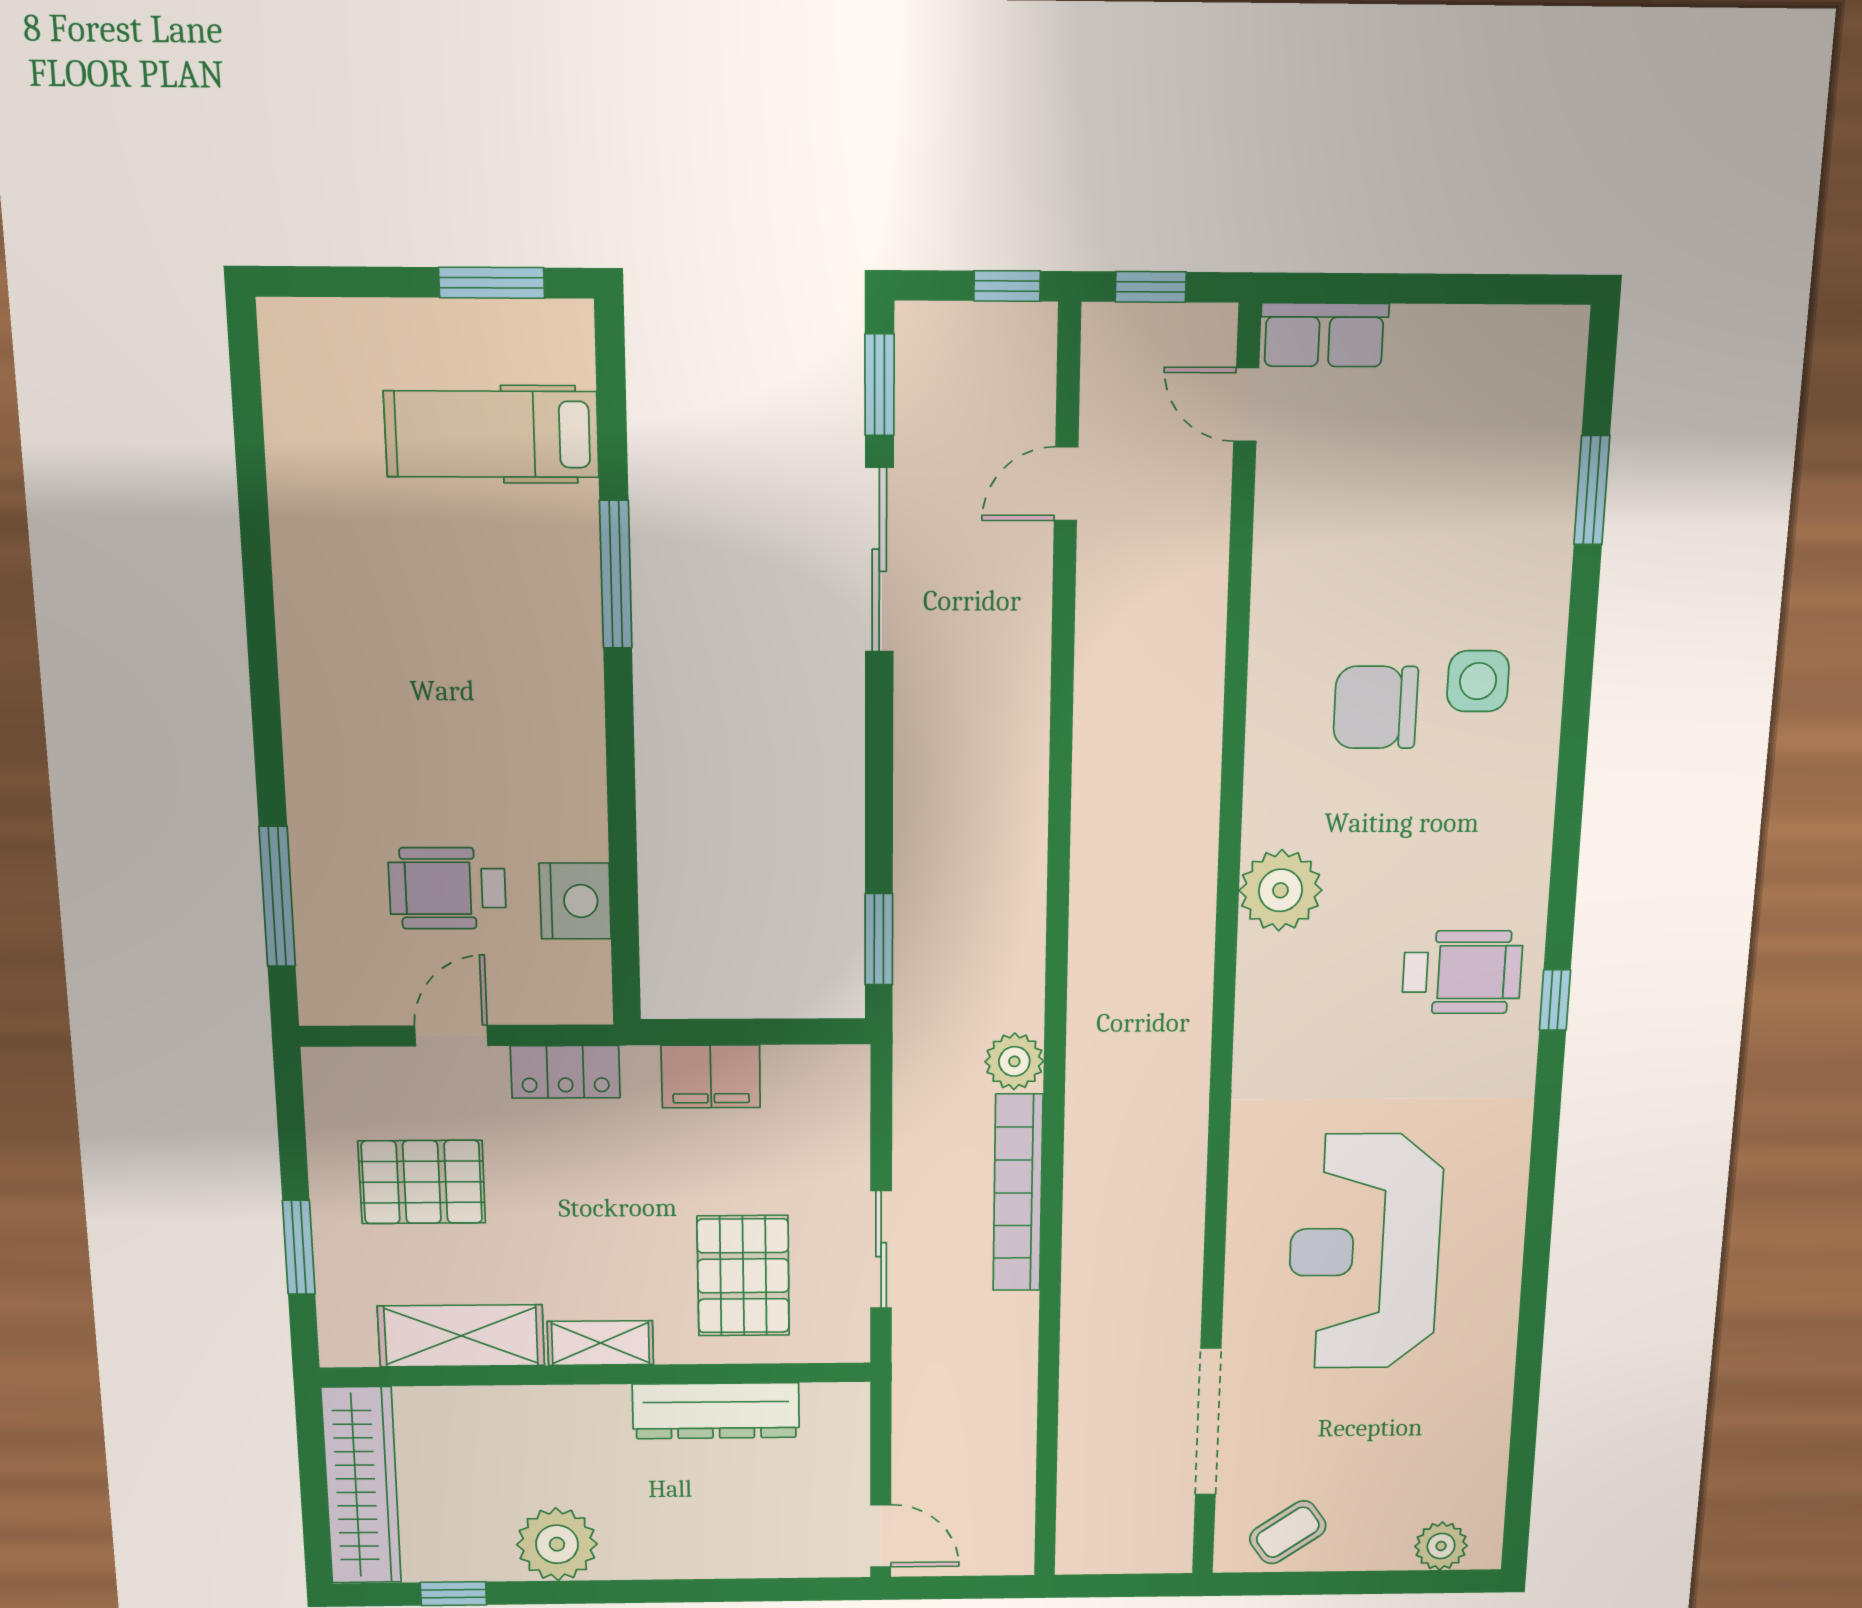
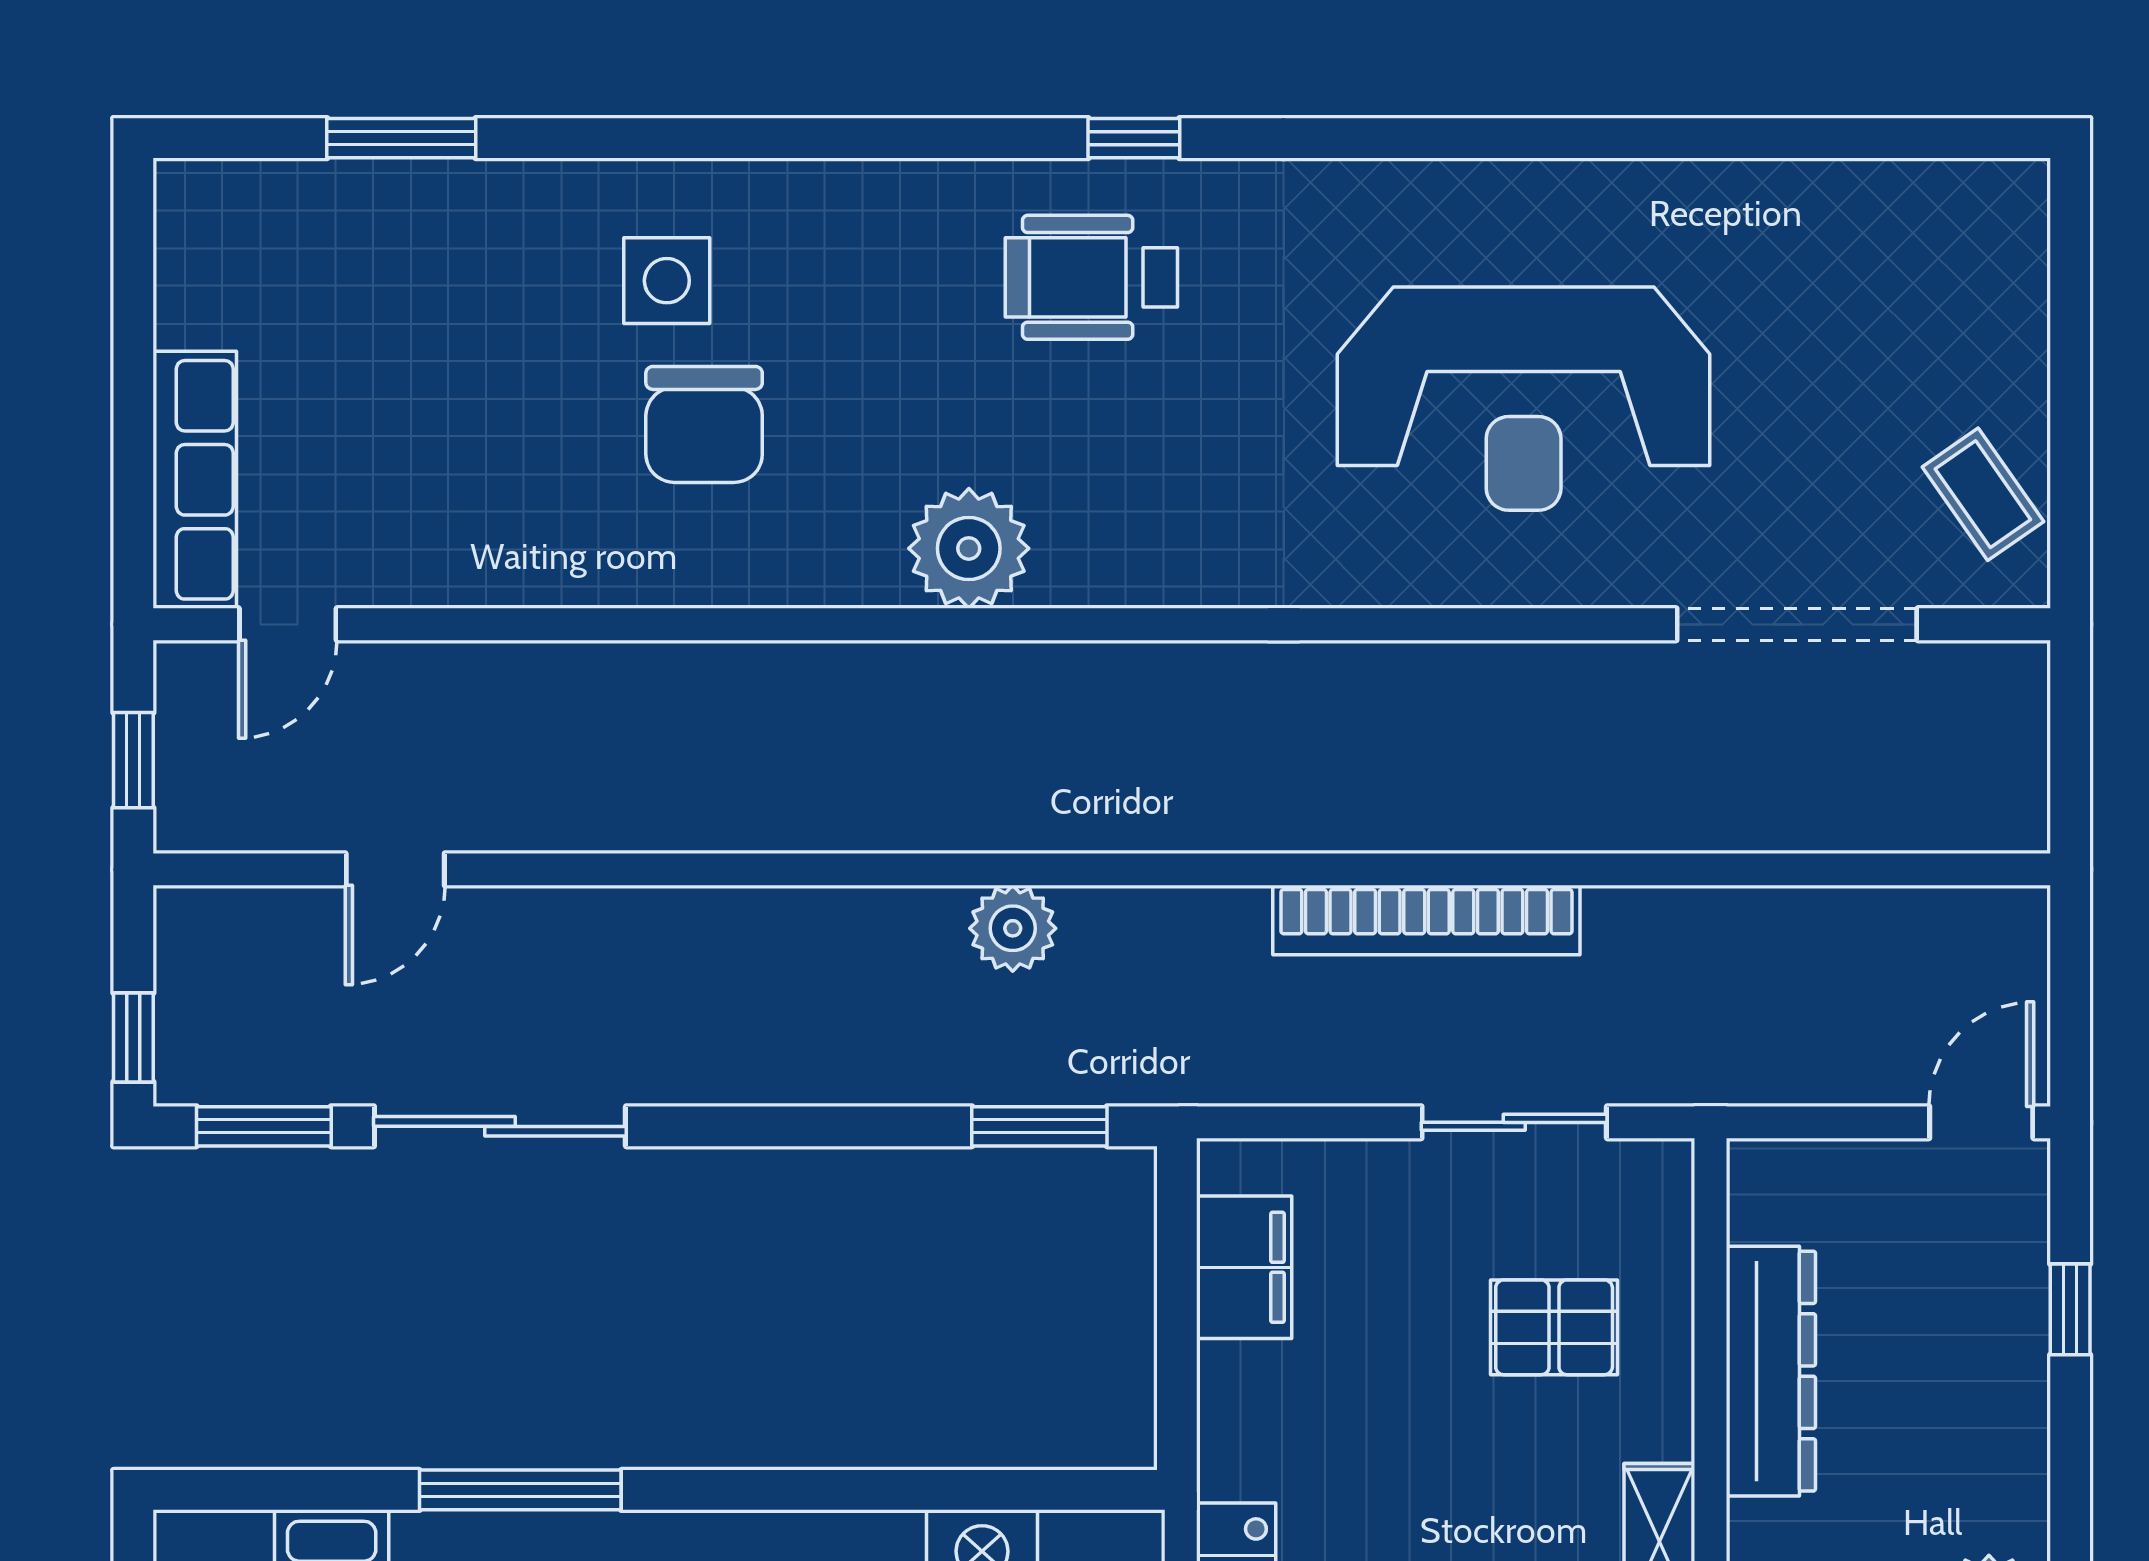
window: (1007, 286) -> (133, 1037), moved
row of seats: (1324, 335) -> (195, 480), width x1.48
door: (1066, 484) -> (395, 869), hinge flipped
wheelchair: (1462, 972) -> (1091, 277), turned -90
plant: (1014, 1061) -> (1013, 928), moved
filing cabinet: (711, 1076) -> (1244, 1267), moved
pallet: (743, 1276) -> (1554, 1327), width x0.67, depth x0.71
plant: (1441, 1546) -> (2009, 254), removed
window: (759, 1590) -> (2070, 1309), added

